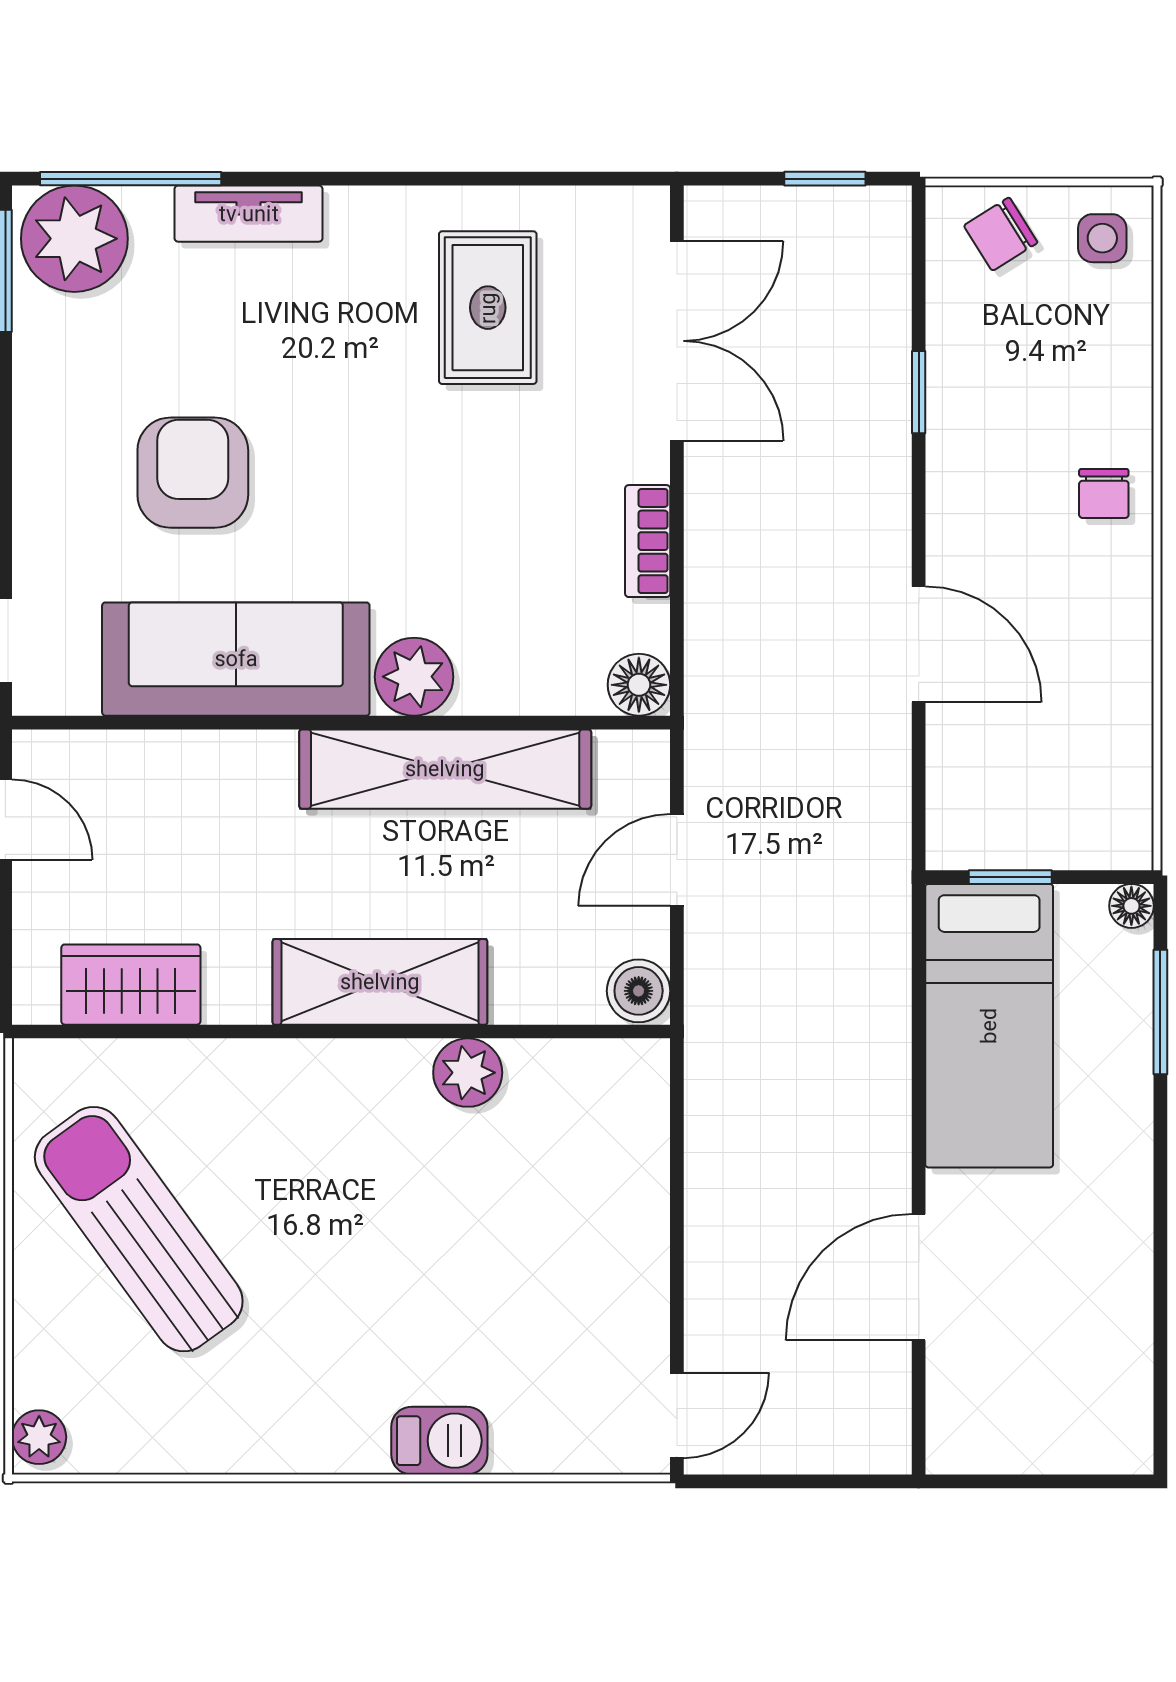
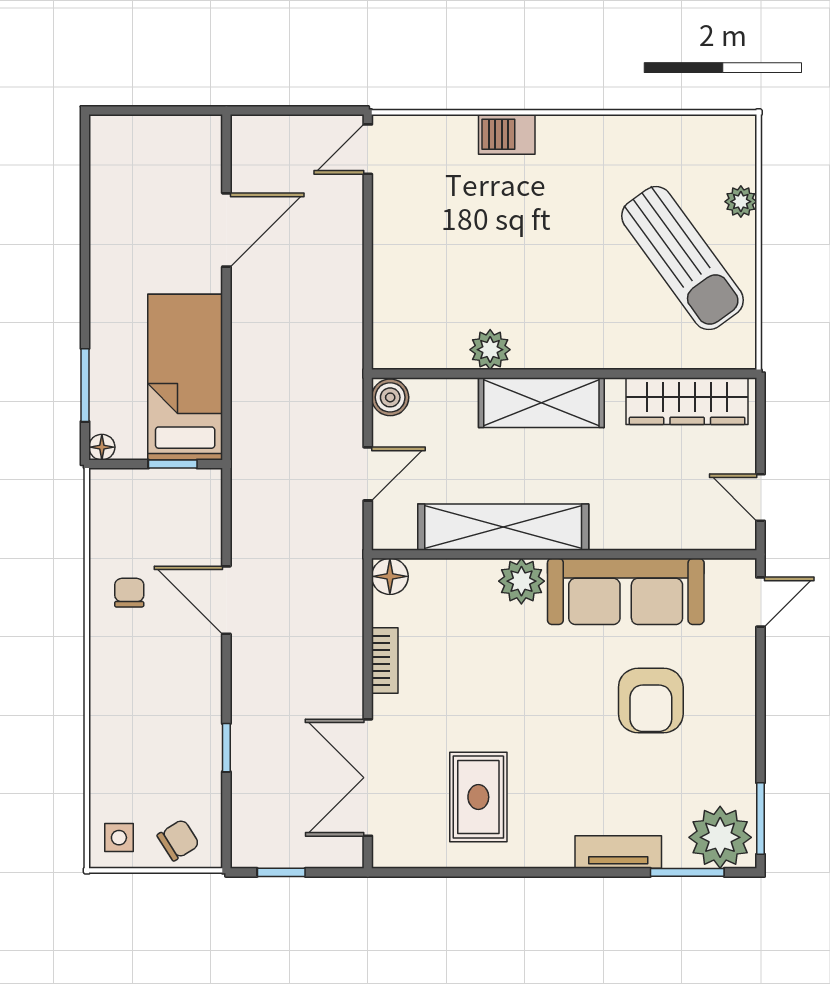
window: (131, 179) -> (687, 872), width x0.69
chair: (1104, 493) -> (129, 593), moved
wardrobe: (131, 985) -> (687, 401), width x1.50
plant: (39, 1437) -> (741, 202), moved

